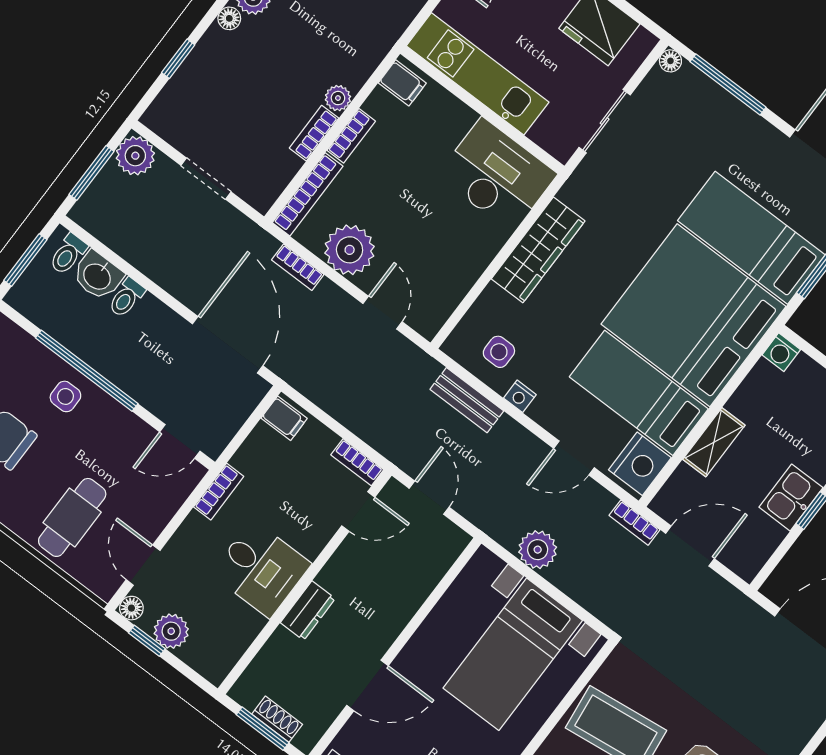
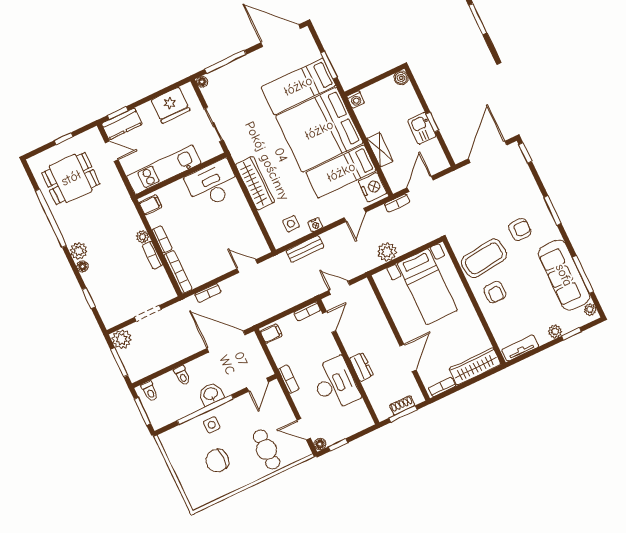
plant: (350, 250) -> (212, 266), removed
washbasin: (98, 276) -> (211, 394), moved, turned 180
desk: (261, 569) -> (335, 384), width x1.37
plant: (171, 631) -> (339, 432), removed

